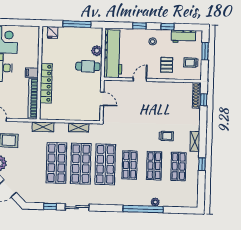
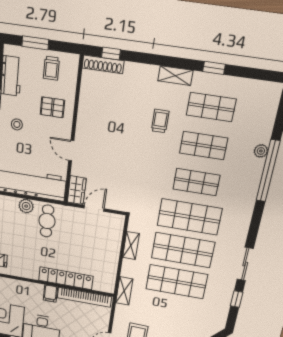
wardrobe: (113, 86) -> (77, 190), added

